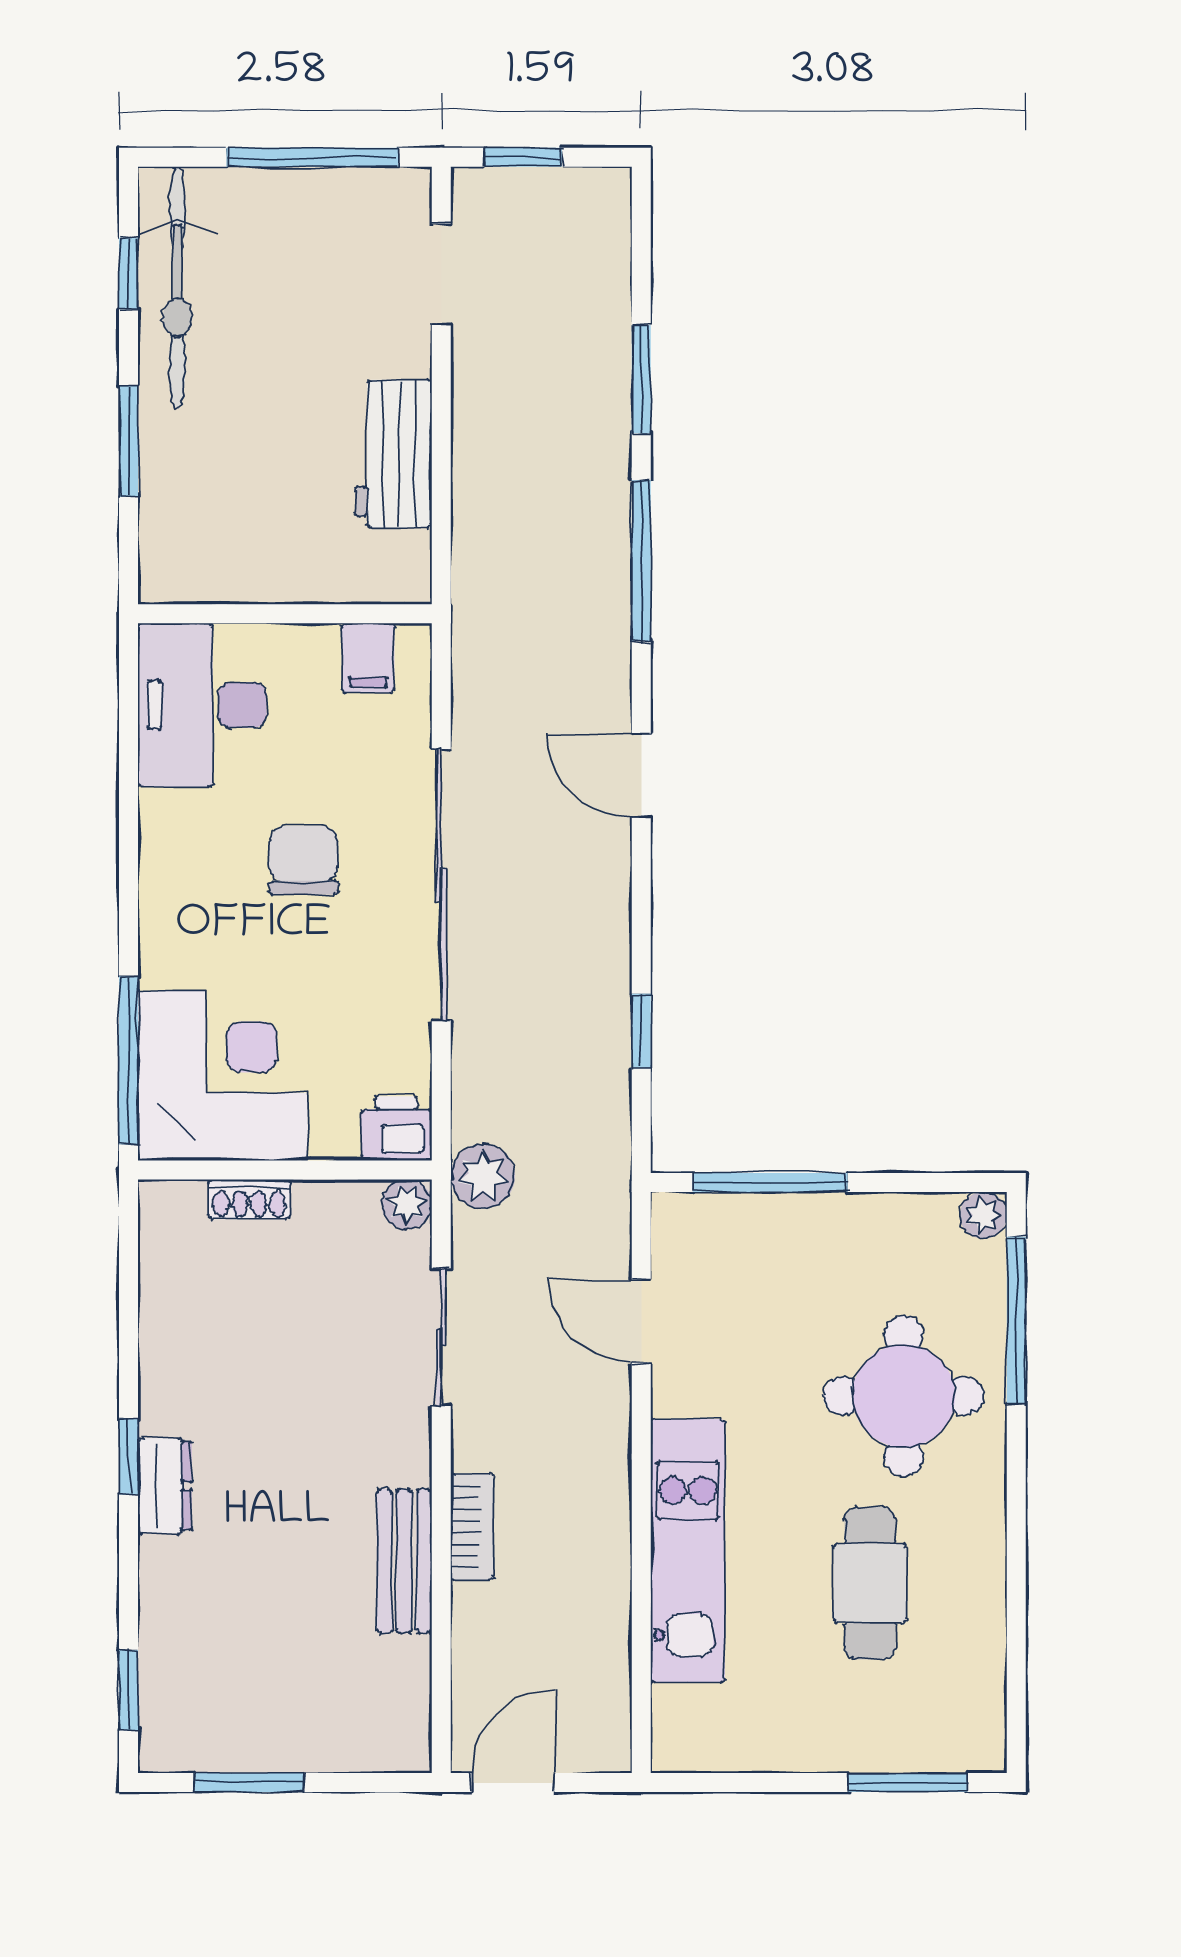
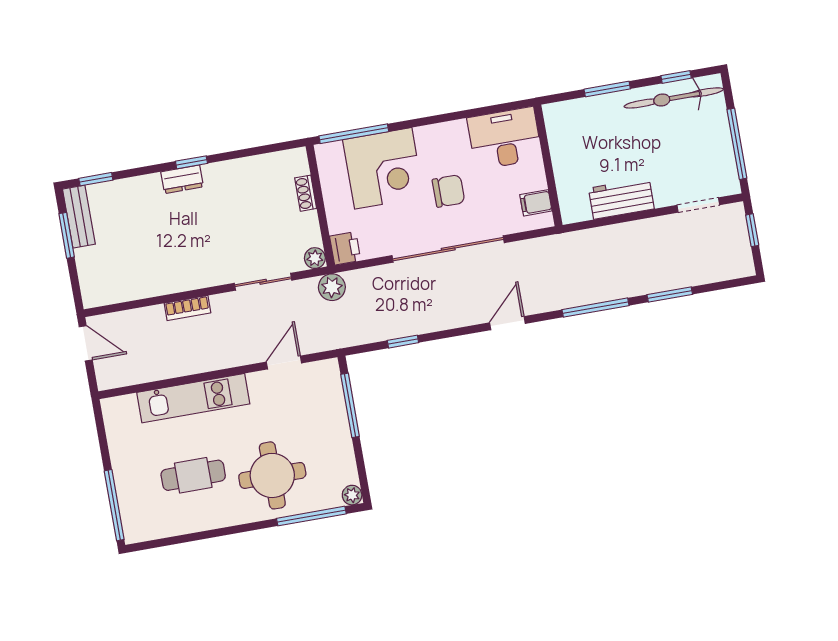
corner desk: (223, 1076) -> (383, 168), moved
bench: (404, 1561) -> (79, 217), moved, turned 90
window: (908, 1783) -> (114, 505), width x1.44

